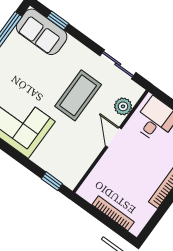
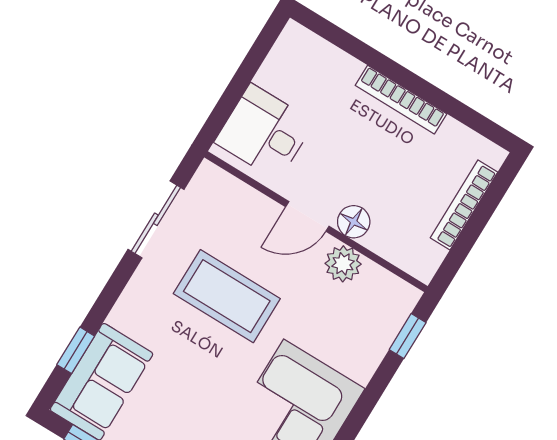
plant: (123, 106) -> (343, 264), moved
floor lamp: (109, 160) -> (354, 222), added

